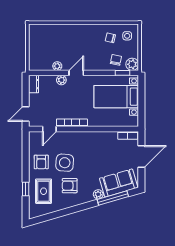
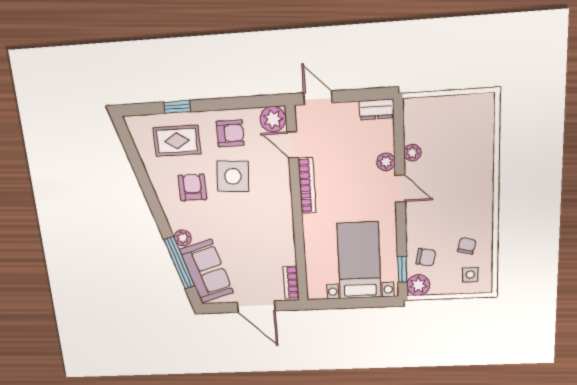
plant: (35, 138) -> (273, 119), added
armchair: (41, 162) -> (230, 133), turned 180

